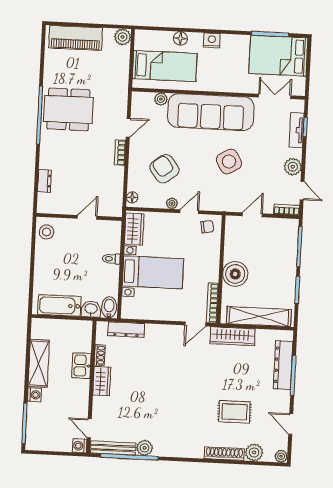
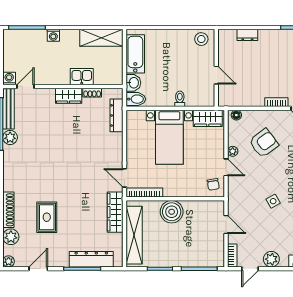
side table: (229, 162) -> (273, 201), width x0.54, depth x0.54
shelving: (39, 363) -> (101, 38), moved

